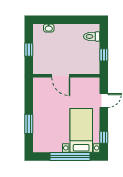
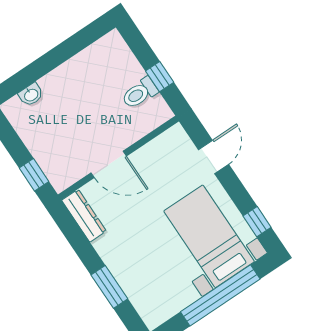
toilet: (92, 36) -> (140, 93), moved
window: (29, 50) -> (34, 175), moved
dresser: (38, 89) -> (84, 216), added

